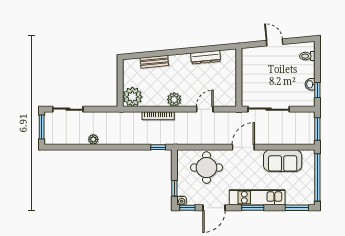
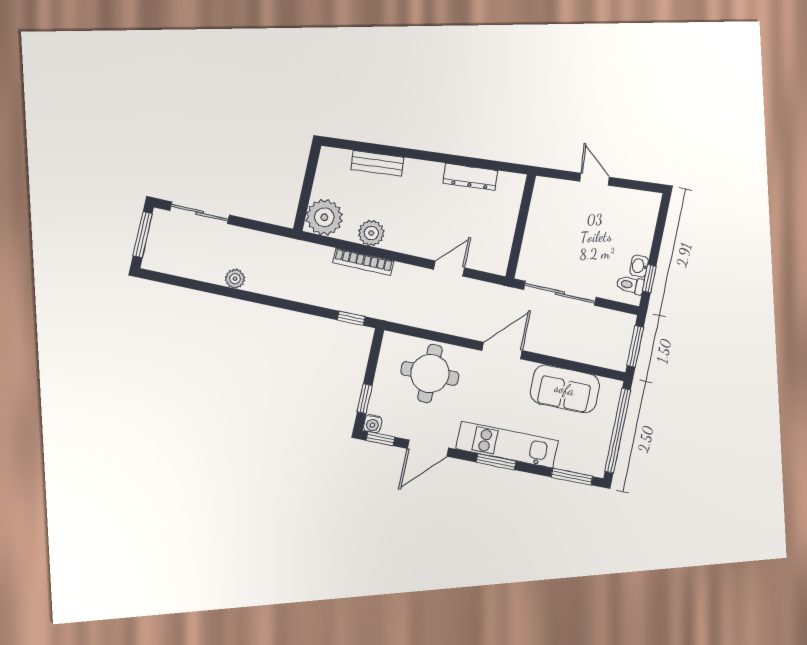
toilet: (307, 56) -> (630, 285), moved
plant: (174, 100) -> (371, 233), moved

